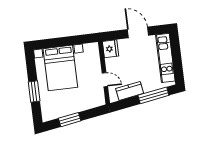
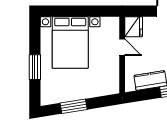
door: (105, 80) -> (122, 47), moved

